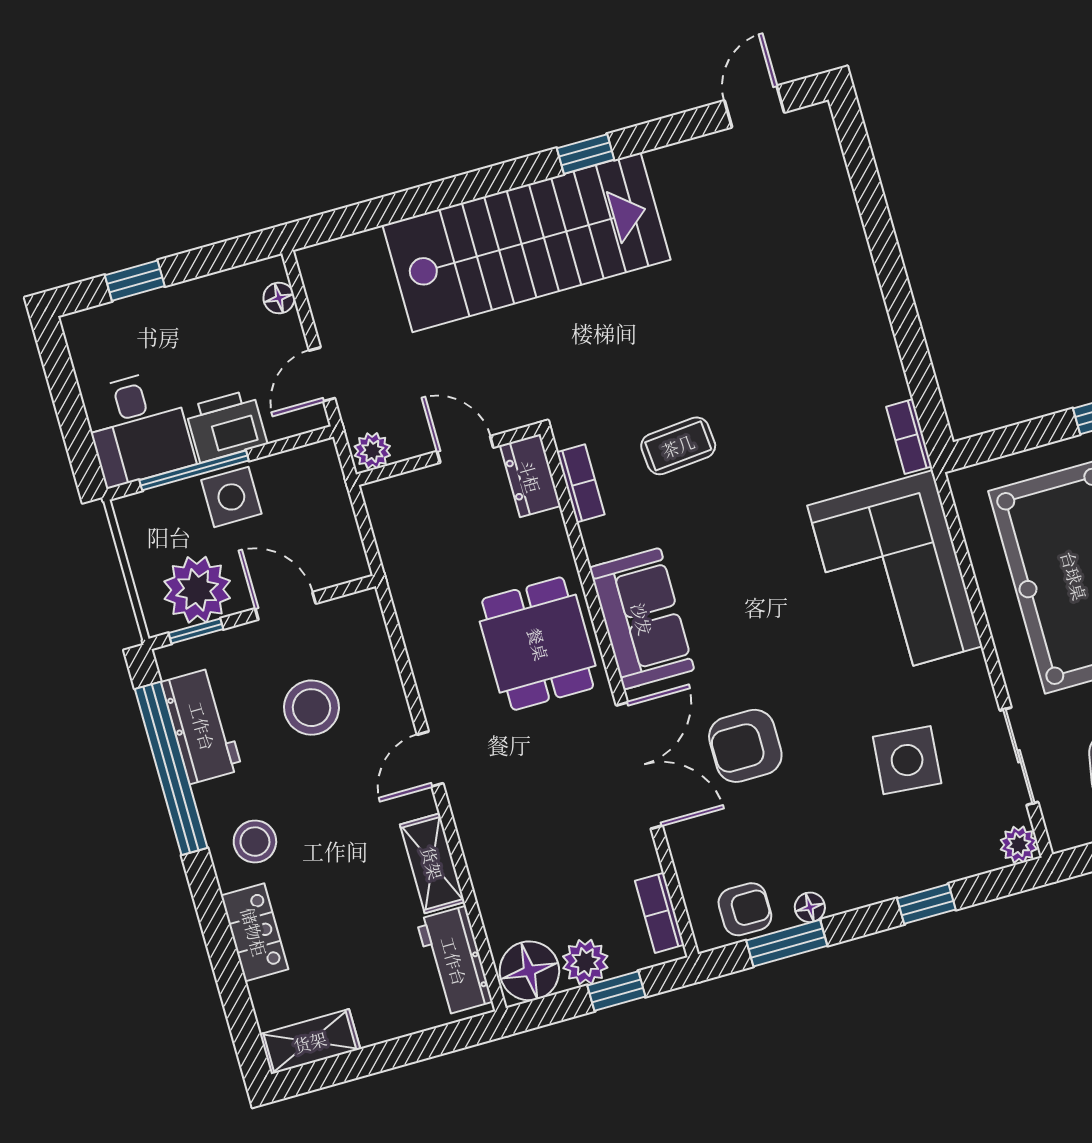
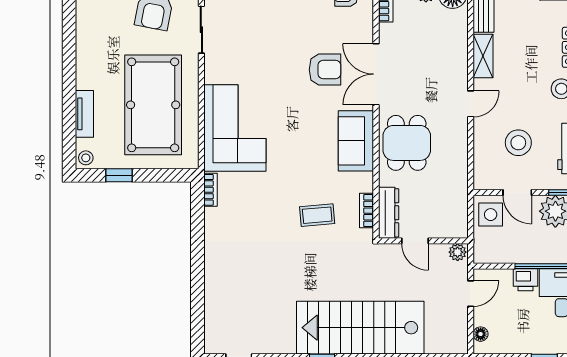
printer: (226, 426) -> (526, 280), width x0.73, depth x0.81
dresser: (530, 476) -> (389, 213), width x1.44
side table: (231, 497) -> (491, 215), moved
side table: (907, 760) -> (253, 42), removed

